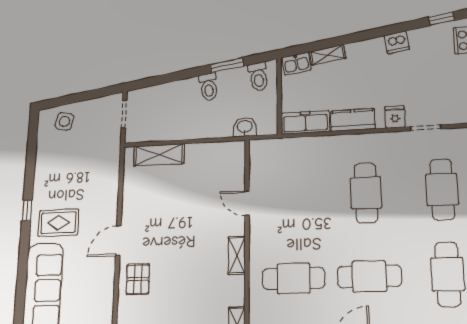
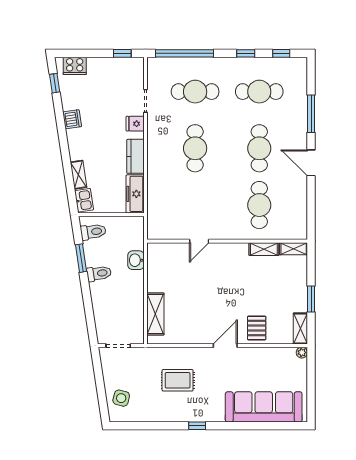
washbasin: (245, 127) -> (136, 260), moved
cafe table: (366, 193) -> (195, 148), turned 90
rug: (58, 223) -> (178, 380), moved, turned 90
door: (118, 241) -> (225, 346), swing flipped
shelving: (237, 255) -> (264, 249), moved
pallet: (138, 279) -> (257, 328), turned 90

